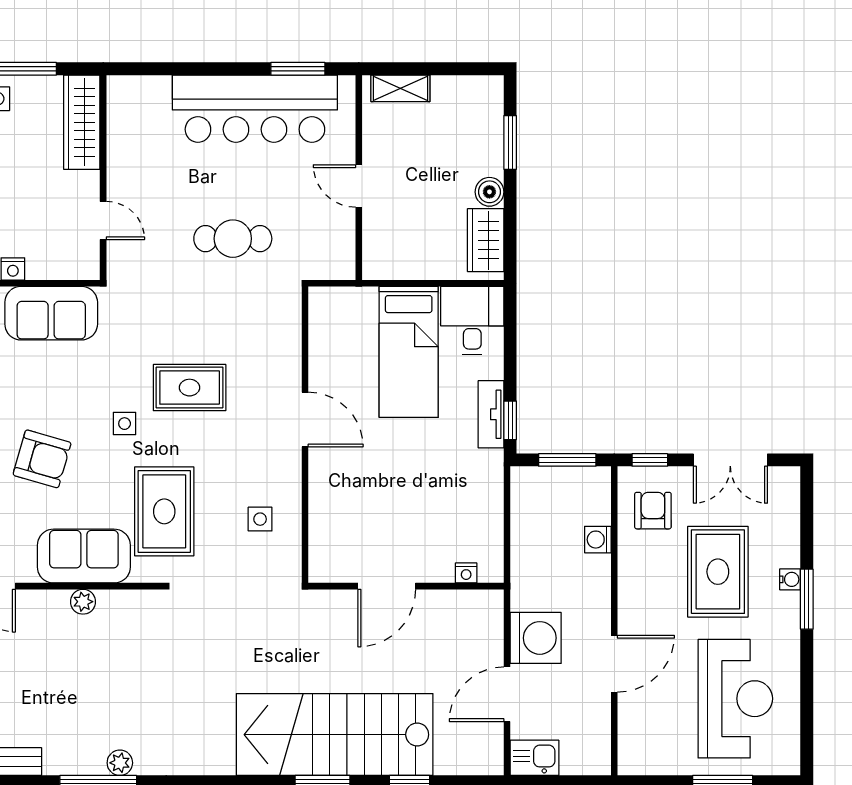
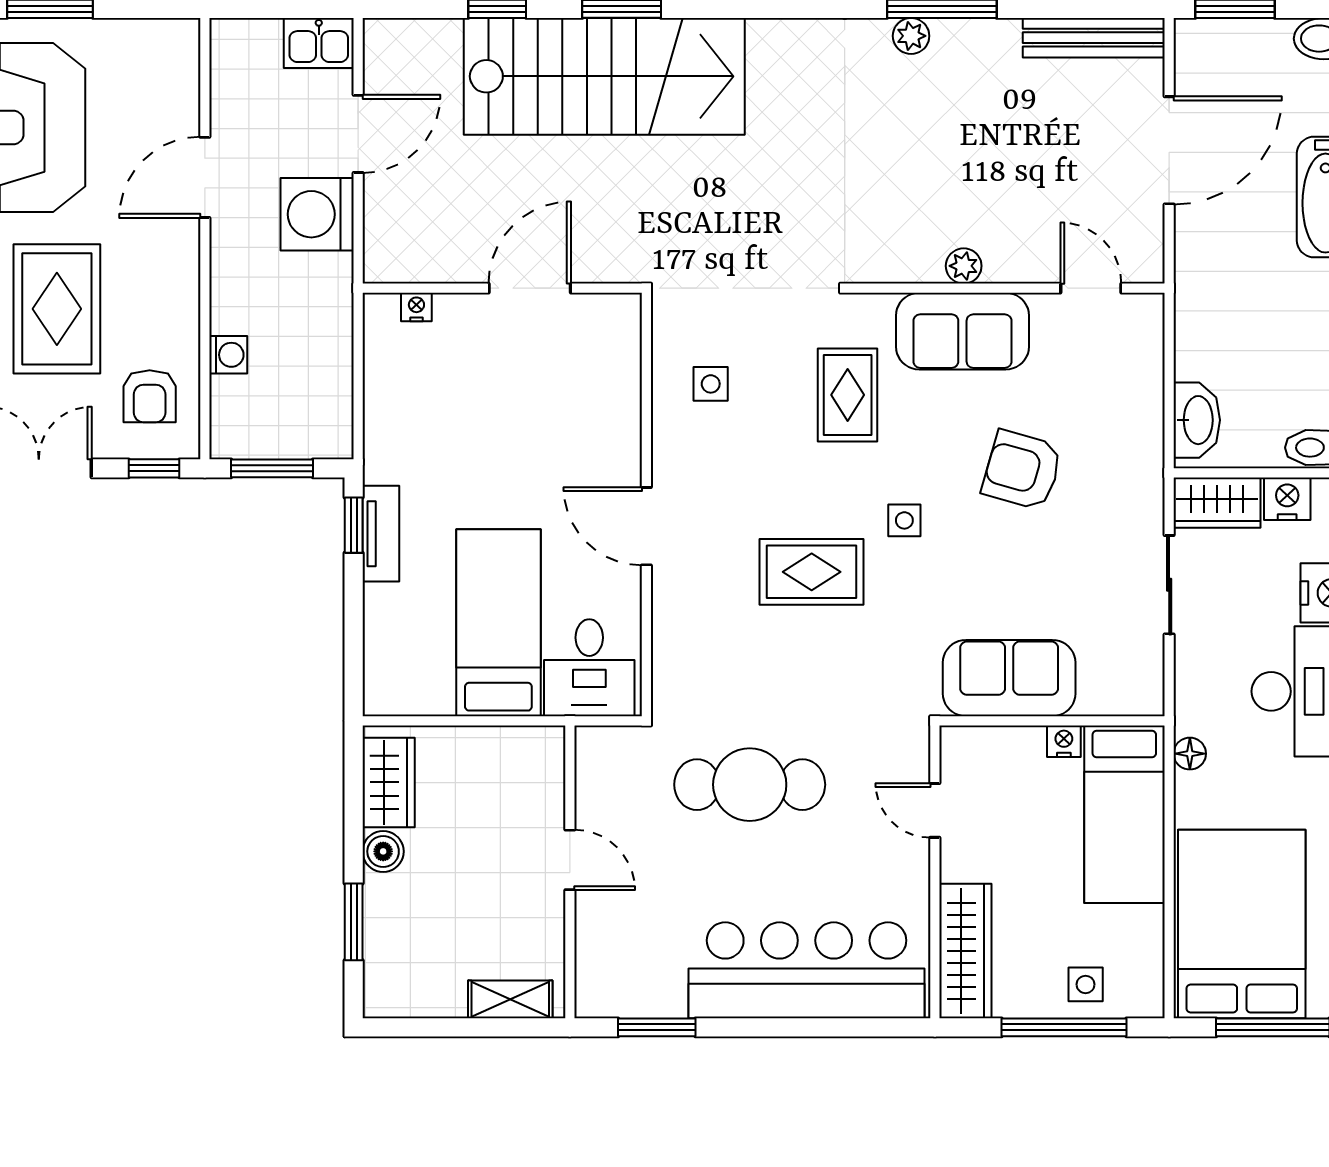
bar counter: (255, 109) -> (807, 970), moved
cafe table: (233, 239) -> (750, 785), width x1.37, depth x1.35
desk: (472, 320) -> (589, 668), moved
rug: (164, 511) -> (848, 395), width x0.73, depth x0.70

